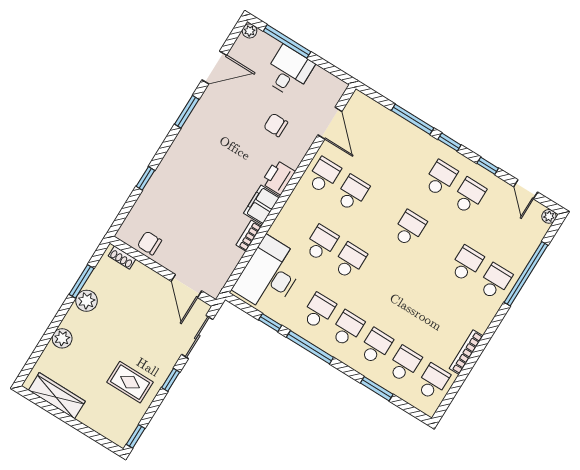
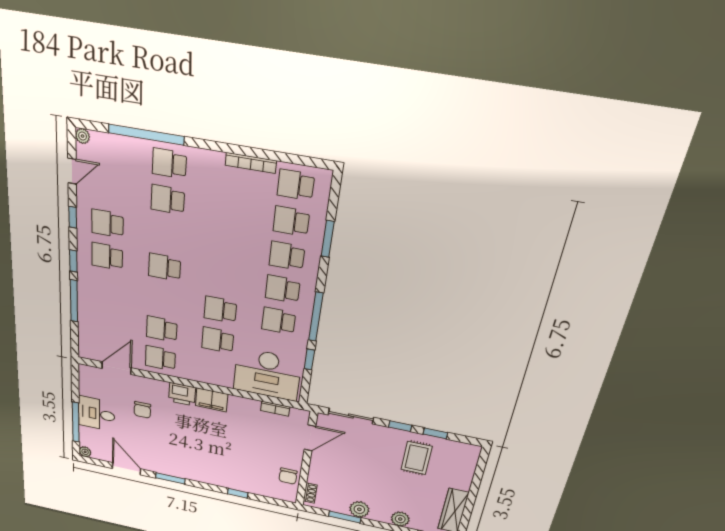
bookcase: (249, 236) -> (275, 409), moved
window: (136, 436) -> (435, 433), moved

